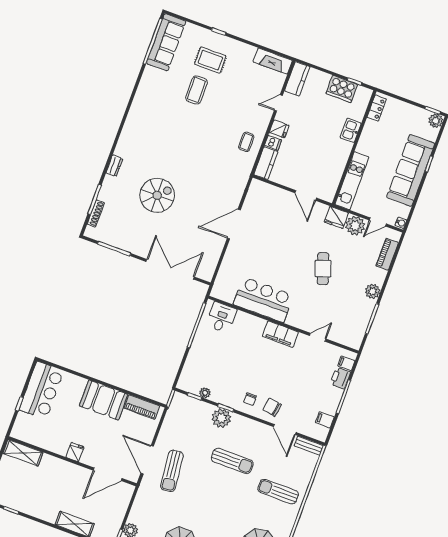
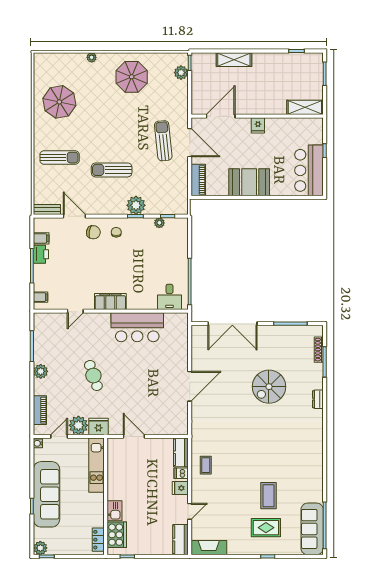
cooker: (342, 89) -> (117, 535), moved, turned 90
printer: (340, 378) -> (41, 254), moved
piano: (142, 407) -> (198, 180), moved, turned 90

